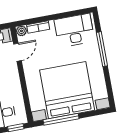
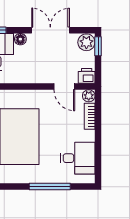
desk: (74, 30) -> (78, 158), width x0.73

